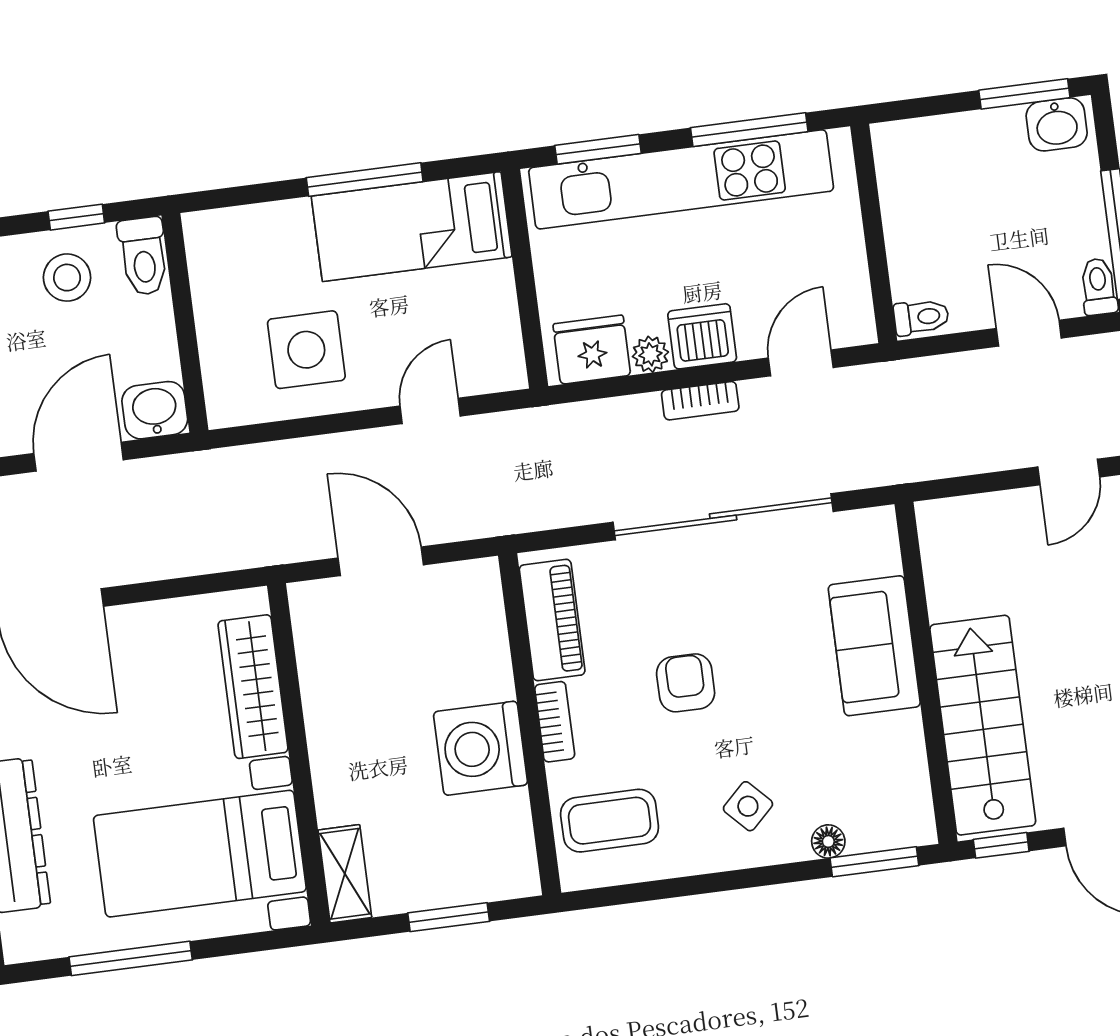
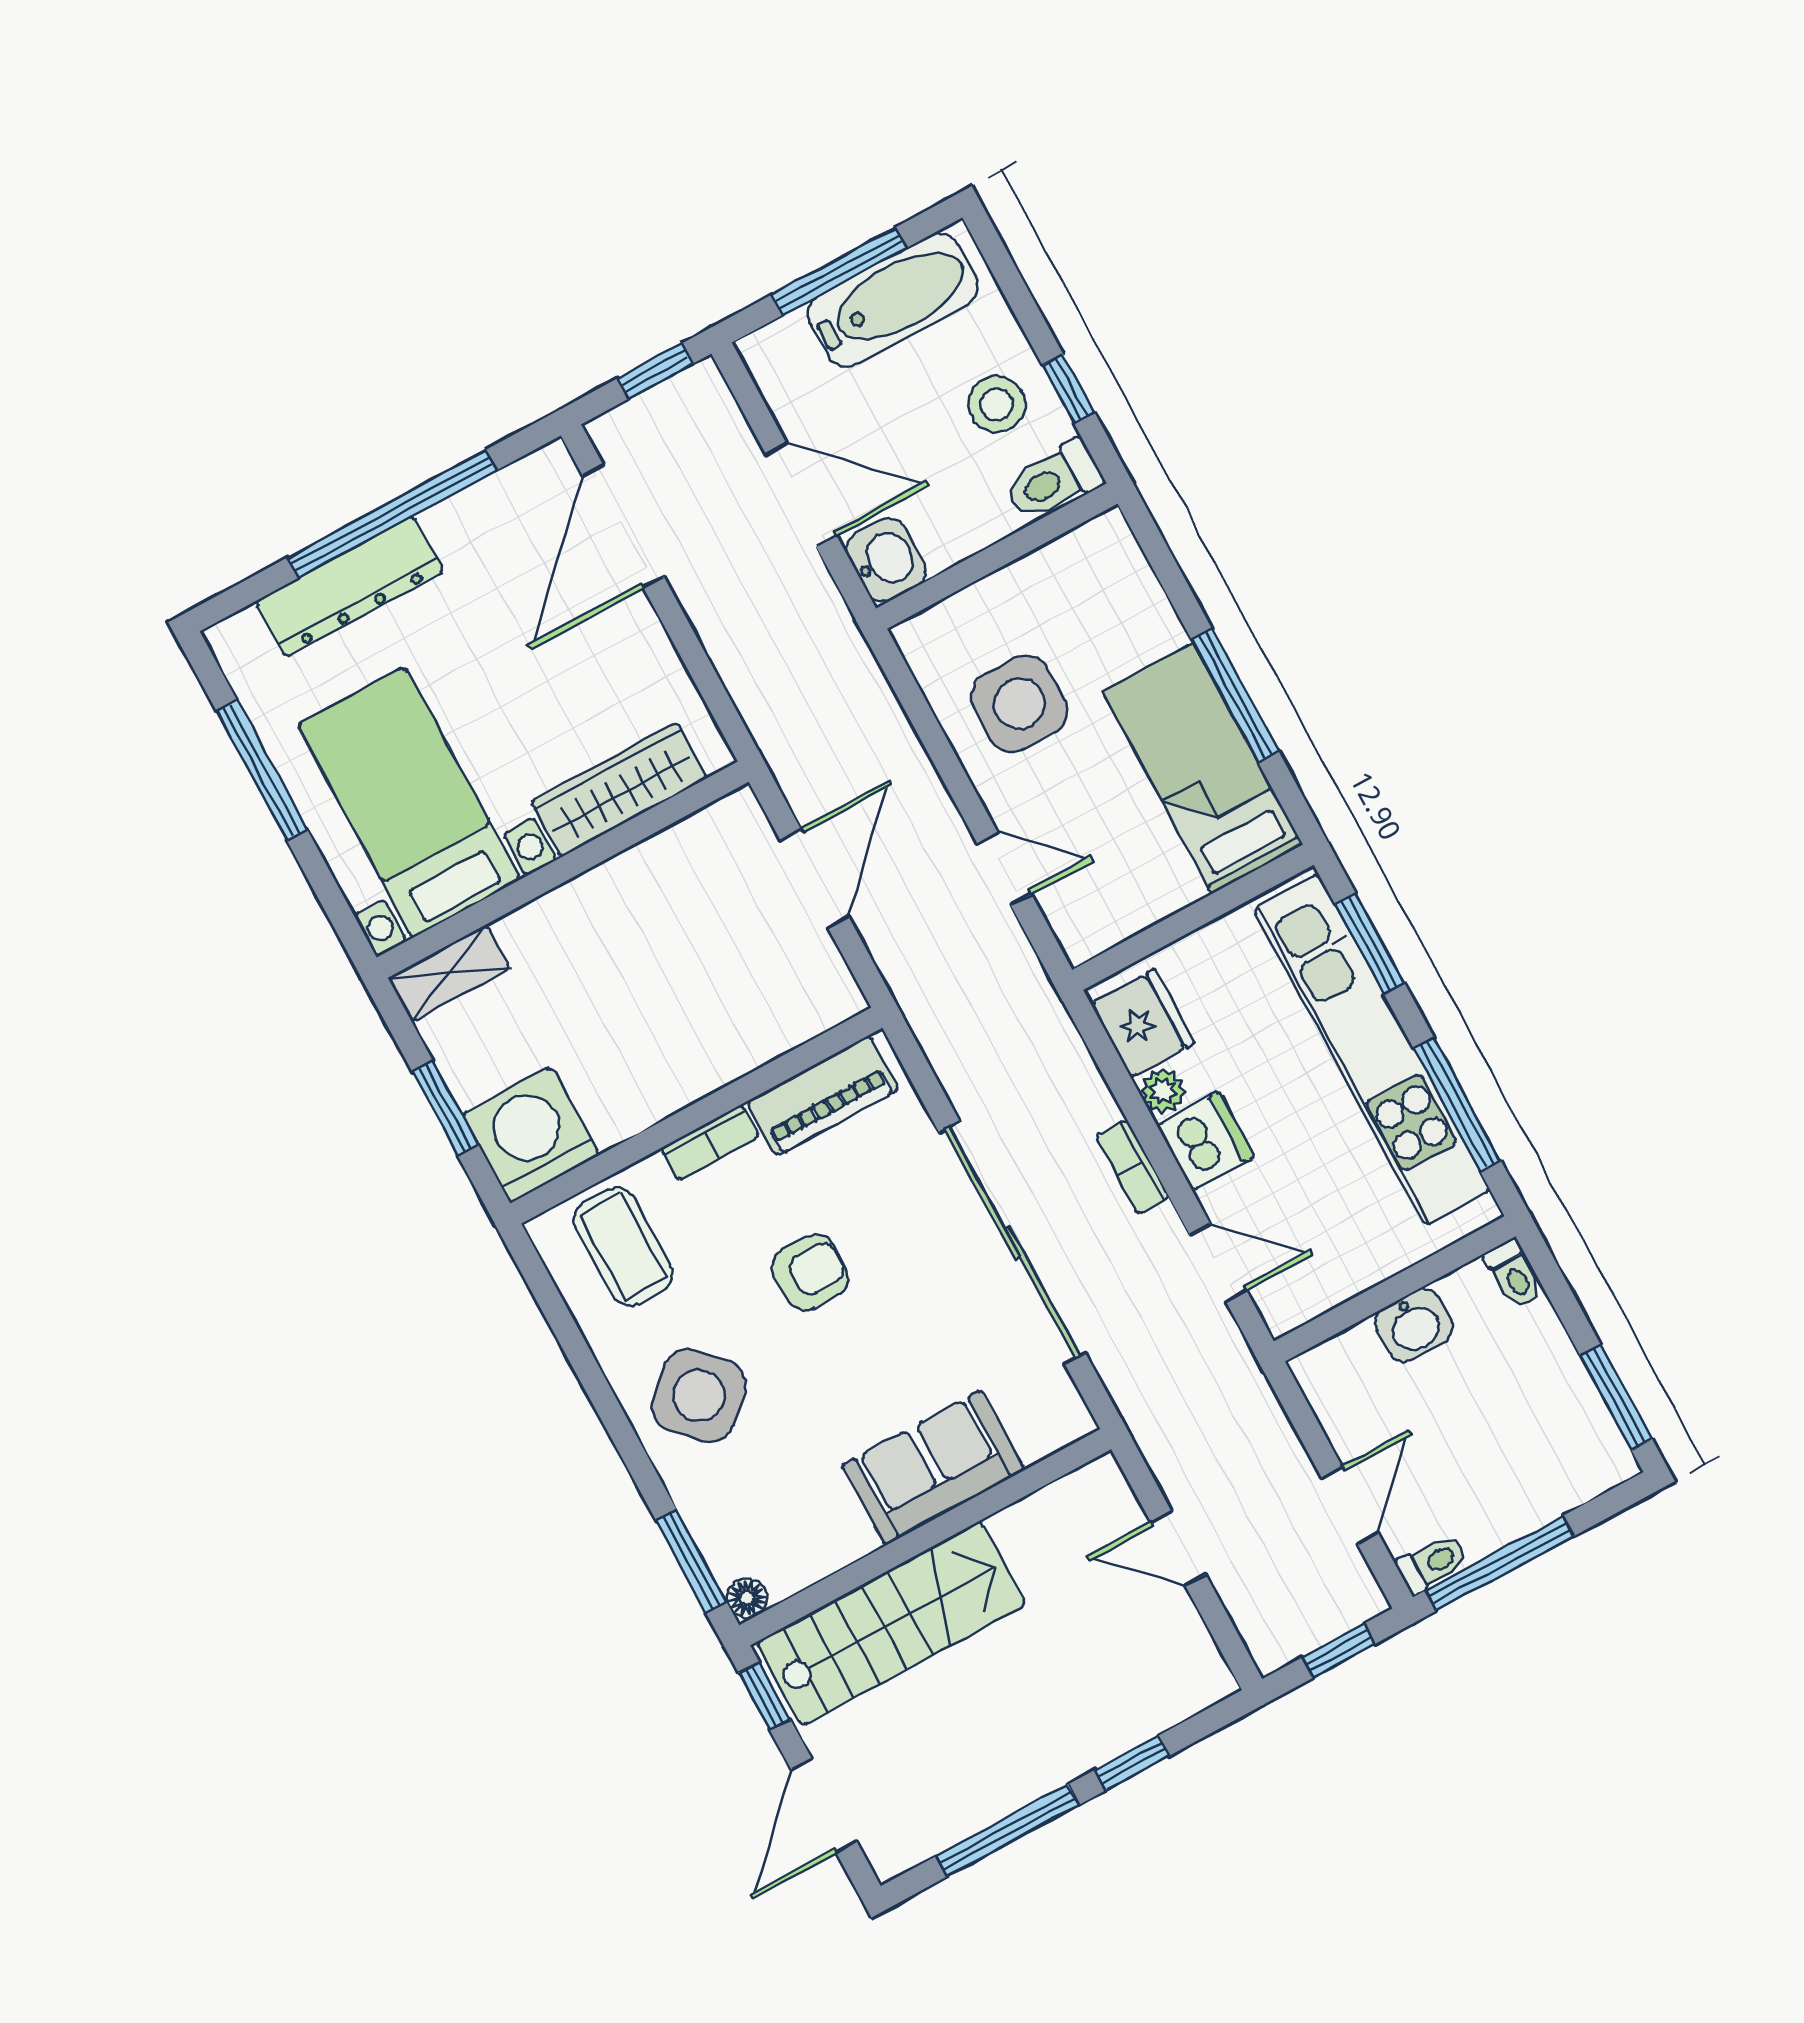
washbasin: (1057, 124) -> (1414, 1325), moved, turned -90
toilet: (921, 317) -> (1514, 1274), moved
door: (1069, 472) -> (1178, 1548), moved
washing machine: (481, 748) -> (531, 1135), moved
side table: (748, 806) -> (699, 1395), width x1.87, depth x1.87
floor lamp: (828, 841) -> (747, 1598), moved

